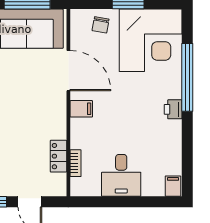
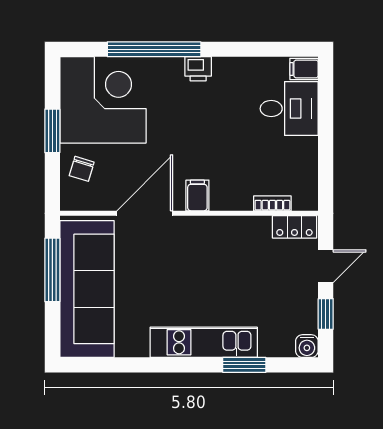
chair: (101, 25) -> (82, 169), turned 97
locker: (58, 156) -> (294, 227), moved
desk: (121, 175) -> (289, 109), moved

